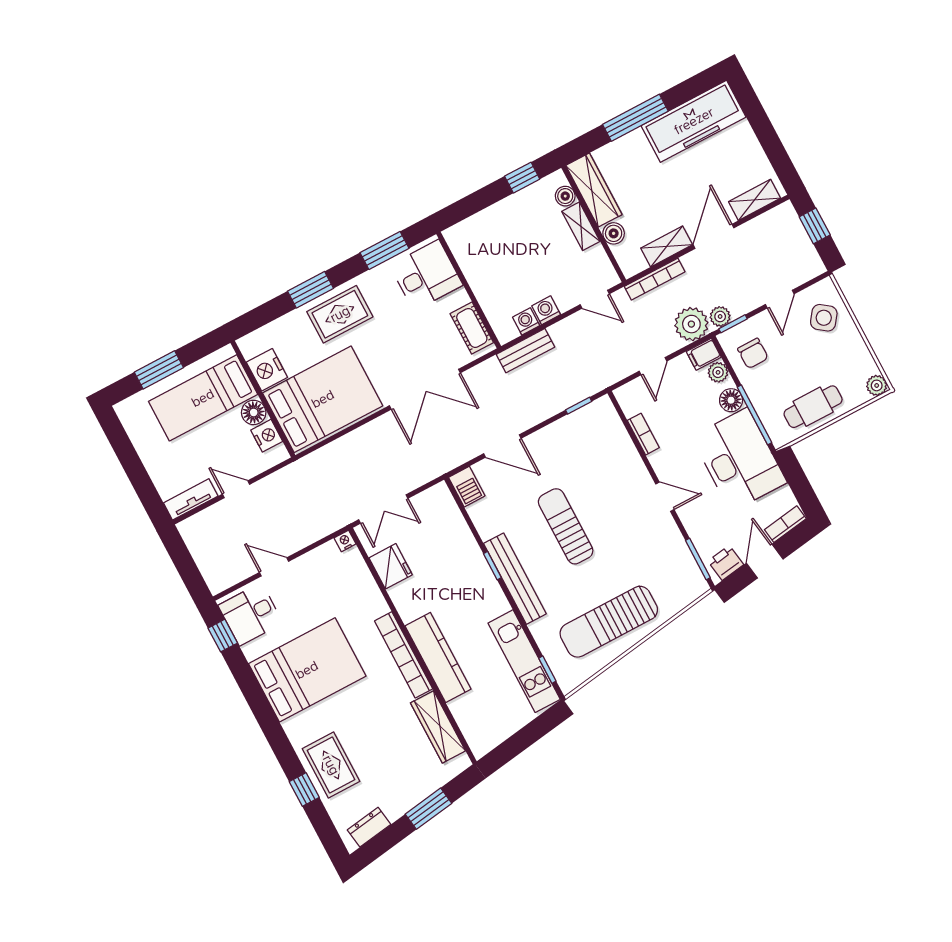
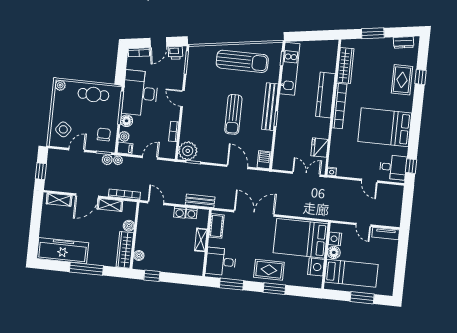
shelving: (581, 226) -> (201, 240), moved
plant: (691, 324) -> (118, 160), width x0.53, depth x0.53
plant: (600, 418) -> (188, 151), added

